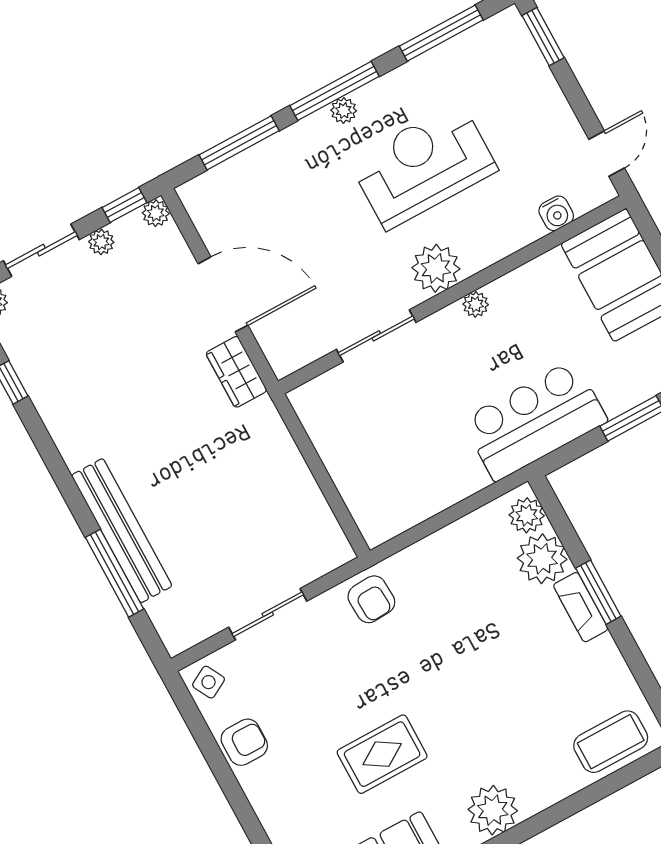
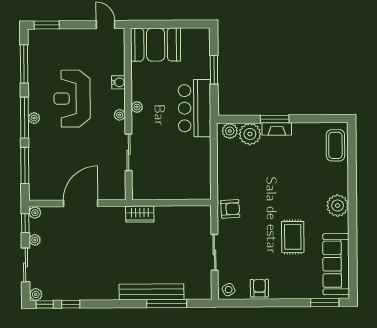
water cooler: (556, 213) -> (118, 82), moved
plant: (436, 268) -> (120, 115), width x0.53, depth x0.53
wardrobe: (236, 372) -> (140, 214), moved

